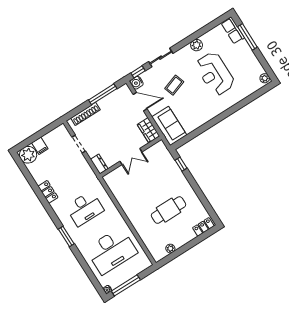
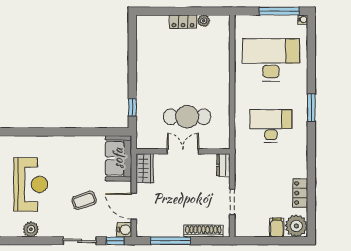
locker: (48, 192) -> (300, 193), moved
cafe table: (169, 210) -> (187, 117), moved
locker: (203, 227) -> (183, 22), moved

